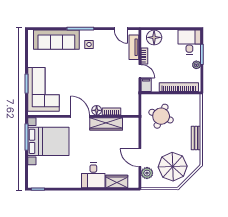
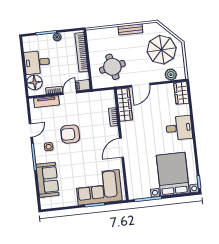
door: (121, 29) -> (31, 130), moved
sofa: (56, 40) -> (47, 180), width x0.73
desk: (189, 42) -> (37, 62), moved
armchair: (99, 67) -> (70, 134), added
floor lamp: (97, 110) -> (114, 132), removed
round table: (161, 116) -> (112, 67), turned -35
wardrobe: (106, 124) -> (124, 105), moved
bed with nightstands: (48, 141) -> (173, 174), moved
door: (140, 158) -> (141, 85), moved
wardrobe: (117, 182) -> (181, 93), moved

